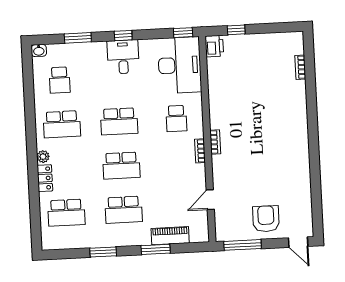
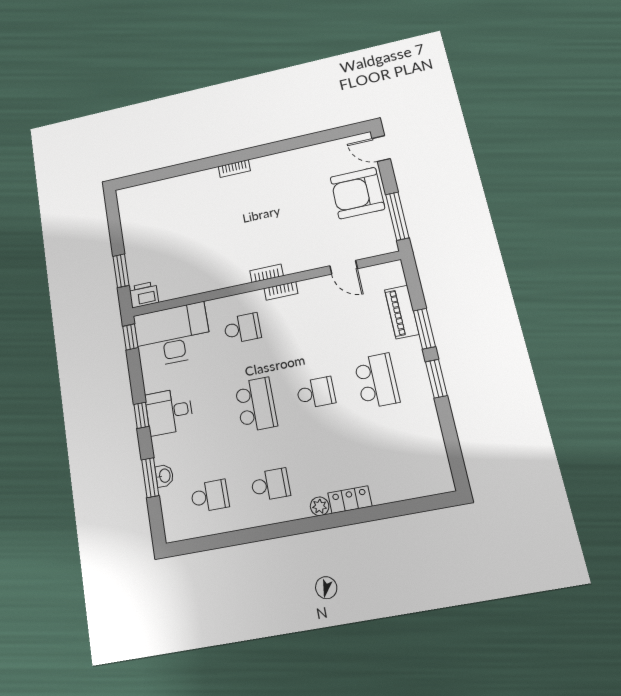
window: (236, 30) -> (121, 271), width x1.50
washbasin: (39, 50) -> (164, 476), moved
bookcase: (300, 67) -> (234, 169), moved
school desk: (62, 124) -> (270, 485), width x0.54
school desk: (121, 166) -> (316, 393), width x0.54
school desk: (66, 213) -> (394, 462), removed
armchair: (266, 219) -> (357, 193), width x1.36, depth x1.36
door: (298, 242) -> (381, 149), swing flipped
window: (103, 252) -> (436, 379), moved

